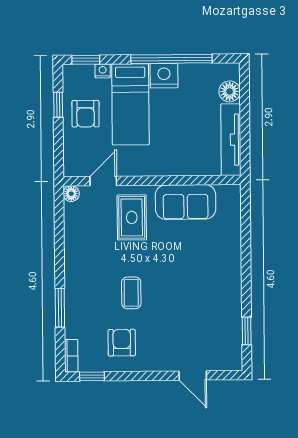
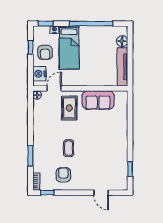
nightstand: (164, 76) -> (39, 74), moved, turned -90

